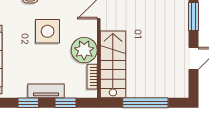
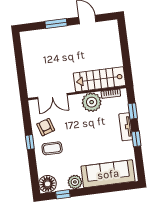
side table: (48, 31) -> (81, 131), removed
window: (145, 103) -> (125, 51), removed

